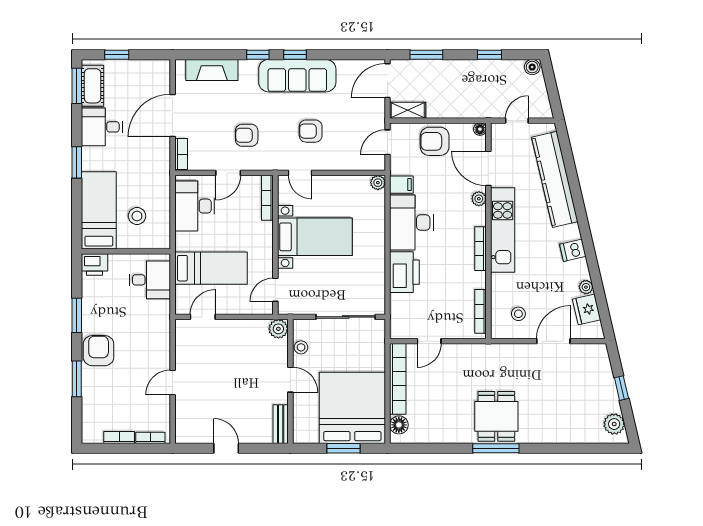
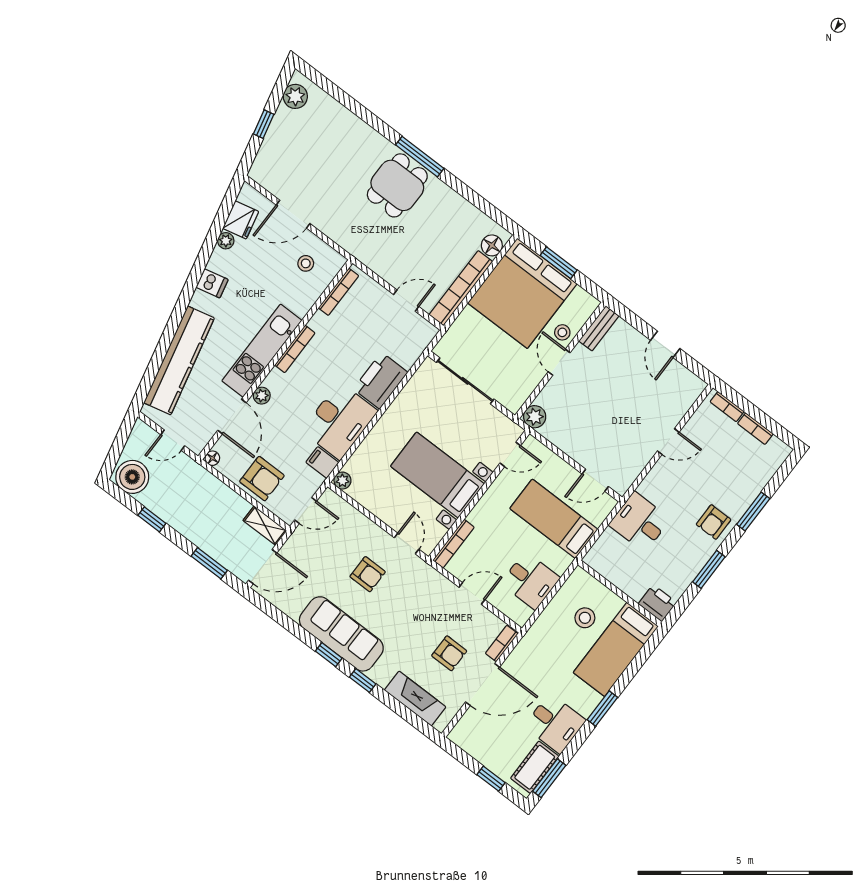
boiler: (532, 67) -> (132, 477), width x1.86, depth x1.86
armchair: (247, 135) -> (449, 653), moved
desk: (195, 206) -> (530, 581), width x0.73
desk: (150, 280) -> (640, 522), moved
stool: (301, 347) -> (562, 332), moved
armchair: (99, 351) -> (714, 522), width x0.72, depth x0.72

